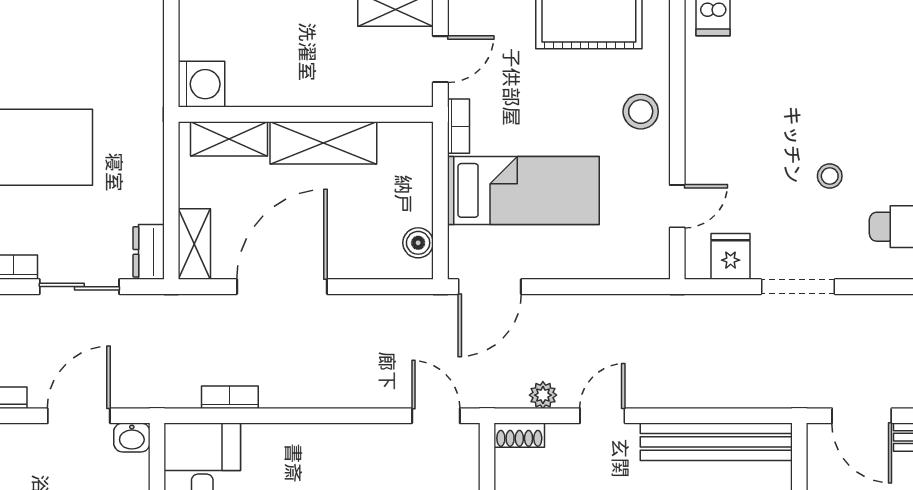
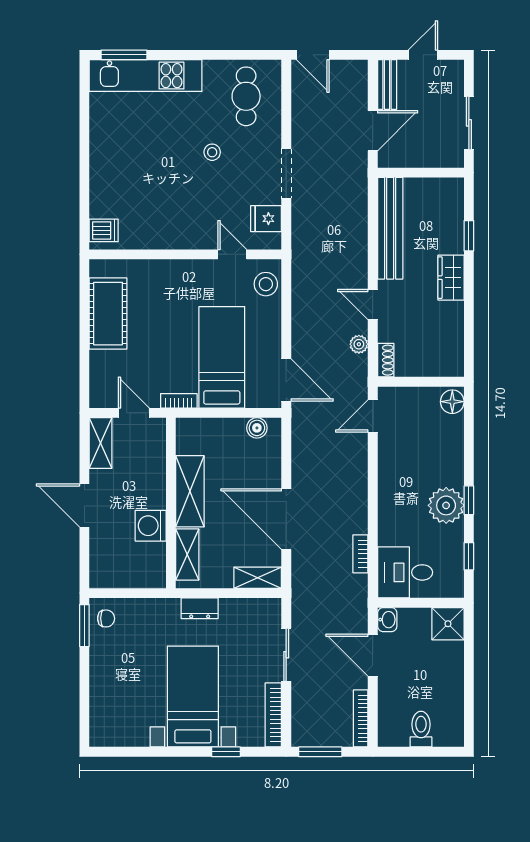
chair: (134, 18) -> (106, 618), added
washing machine: (201, 84) -> (151, 526), moved, turned -90
stool: (641, 112) -> (266, 284), moved
dresser: (149, 252) -> (200, 608), moved

